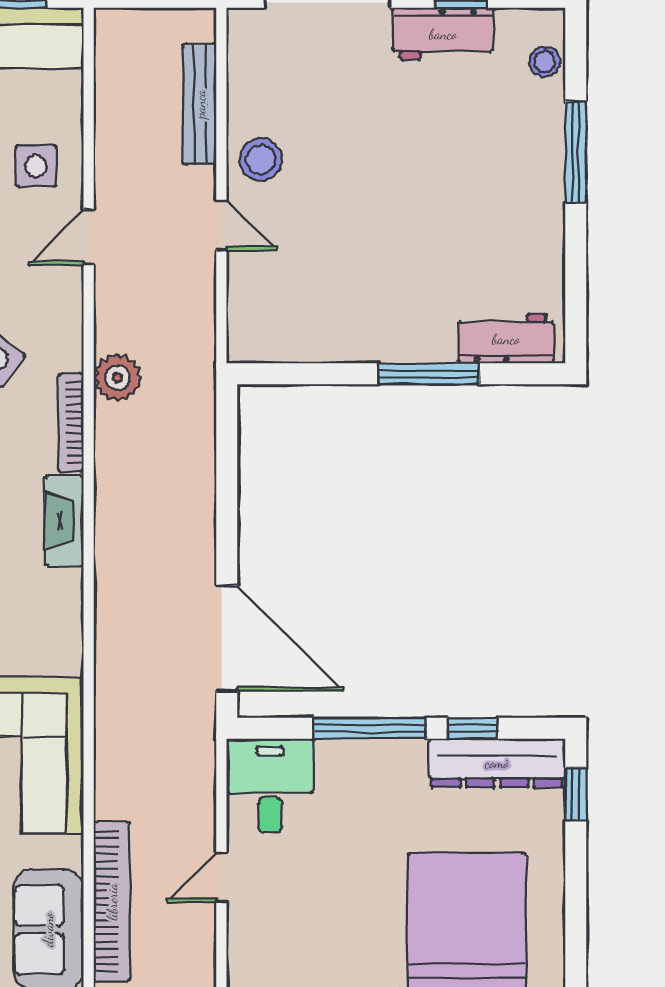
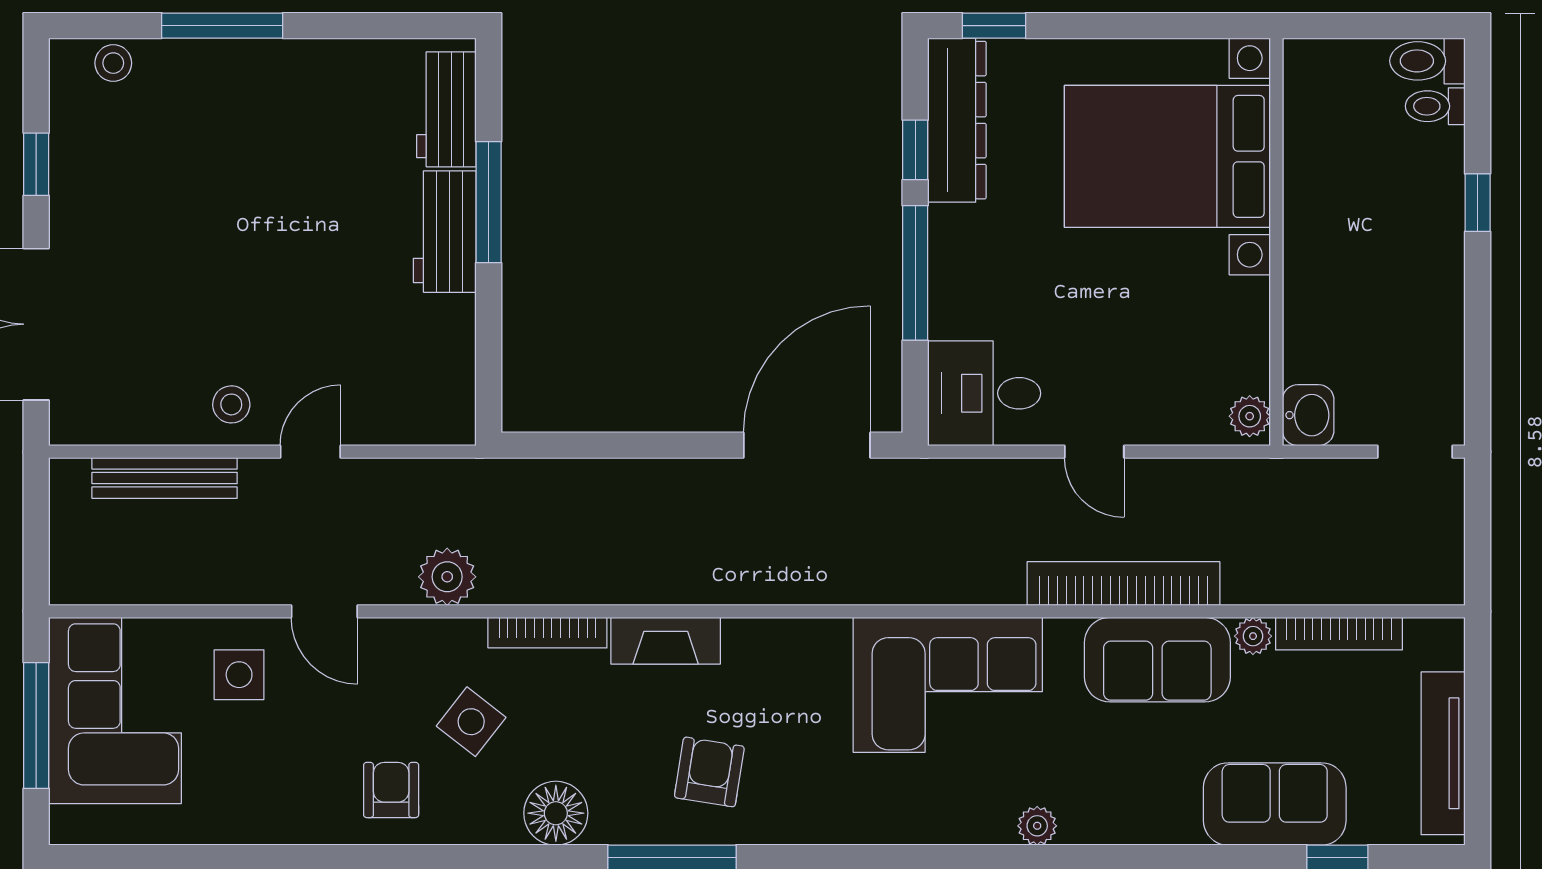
workbench: (443, 34) -> (445, 232), moved, turned 180
stool: (261, 160) -> (231, 404), width x0.73, depth x0.73
plant: (117, 378) -> (447, 577), moved

